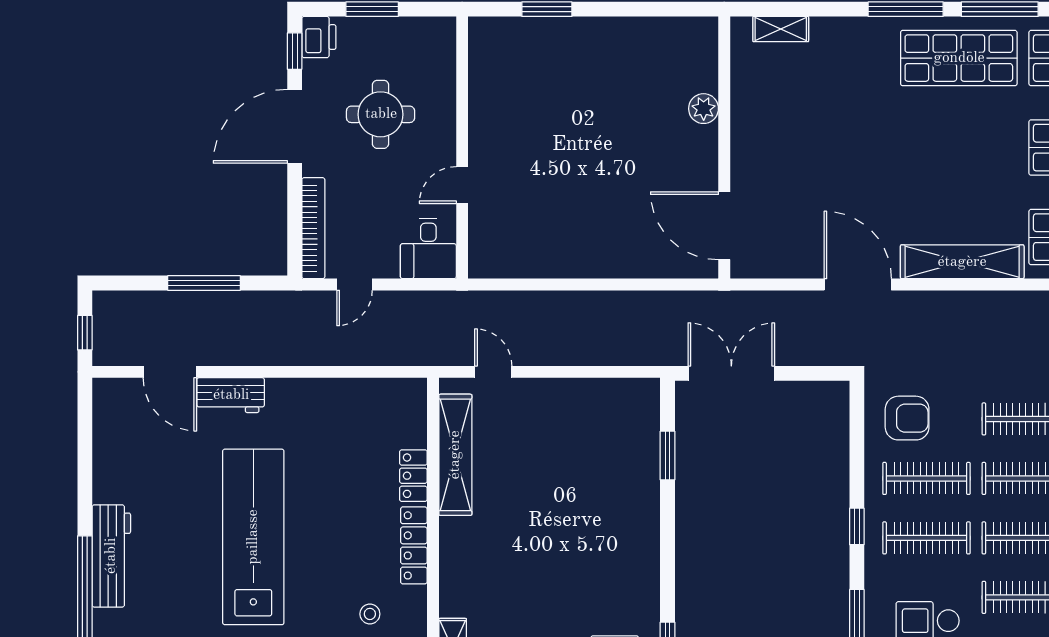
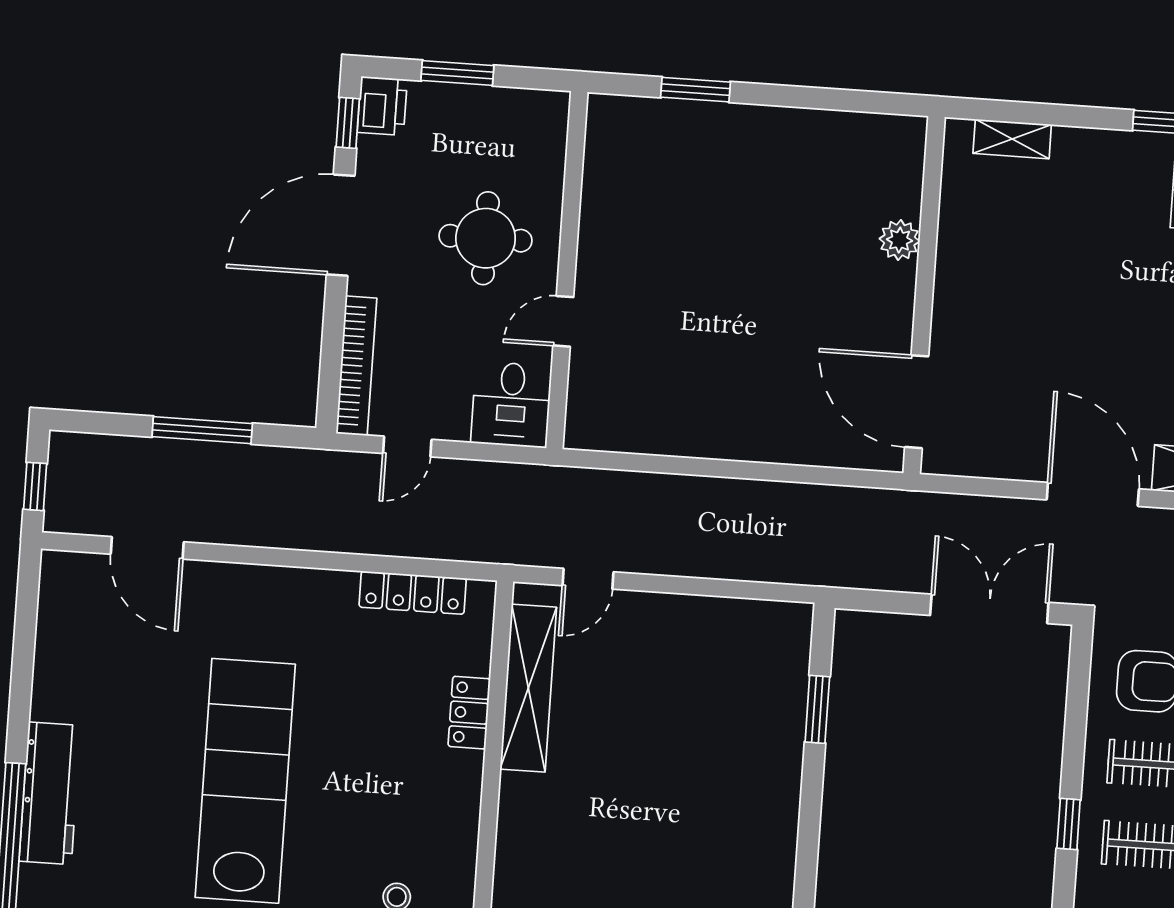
round table: (381, 114) -> (486, 238), moved
door: (493, 372) -> (588, 579), swing flipped
double door: (731, 373) -> (989, 609), moved
workbench: (231, 395) -> (228, 585), removed
locker: (414, 545) -> (413, 593), moved, turned -90

